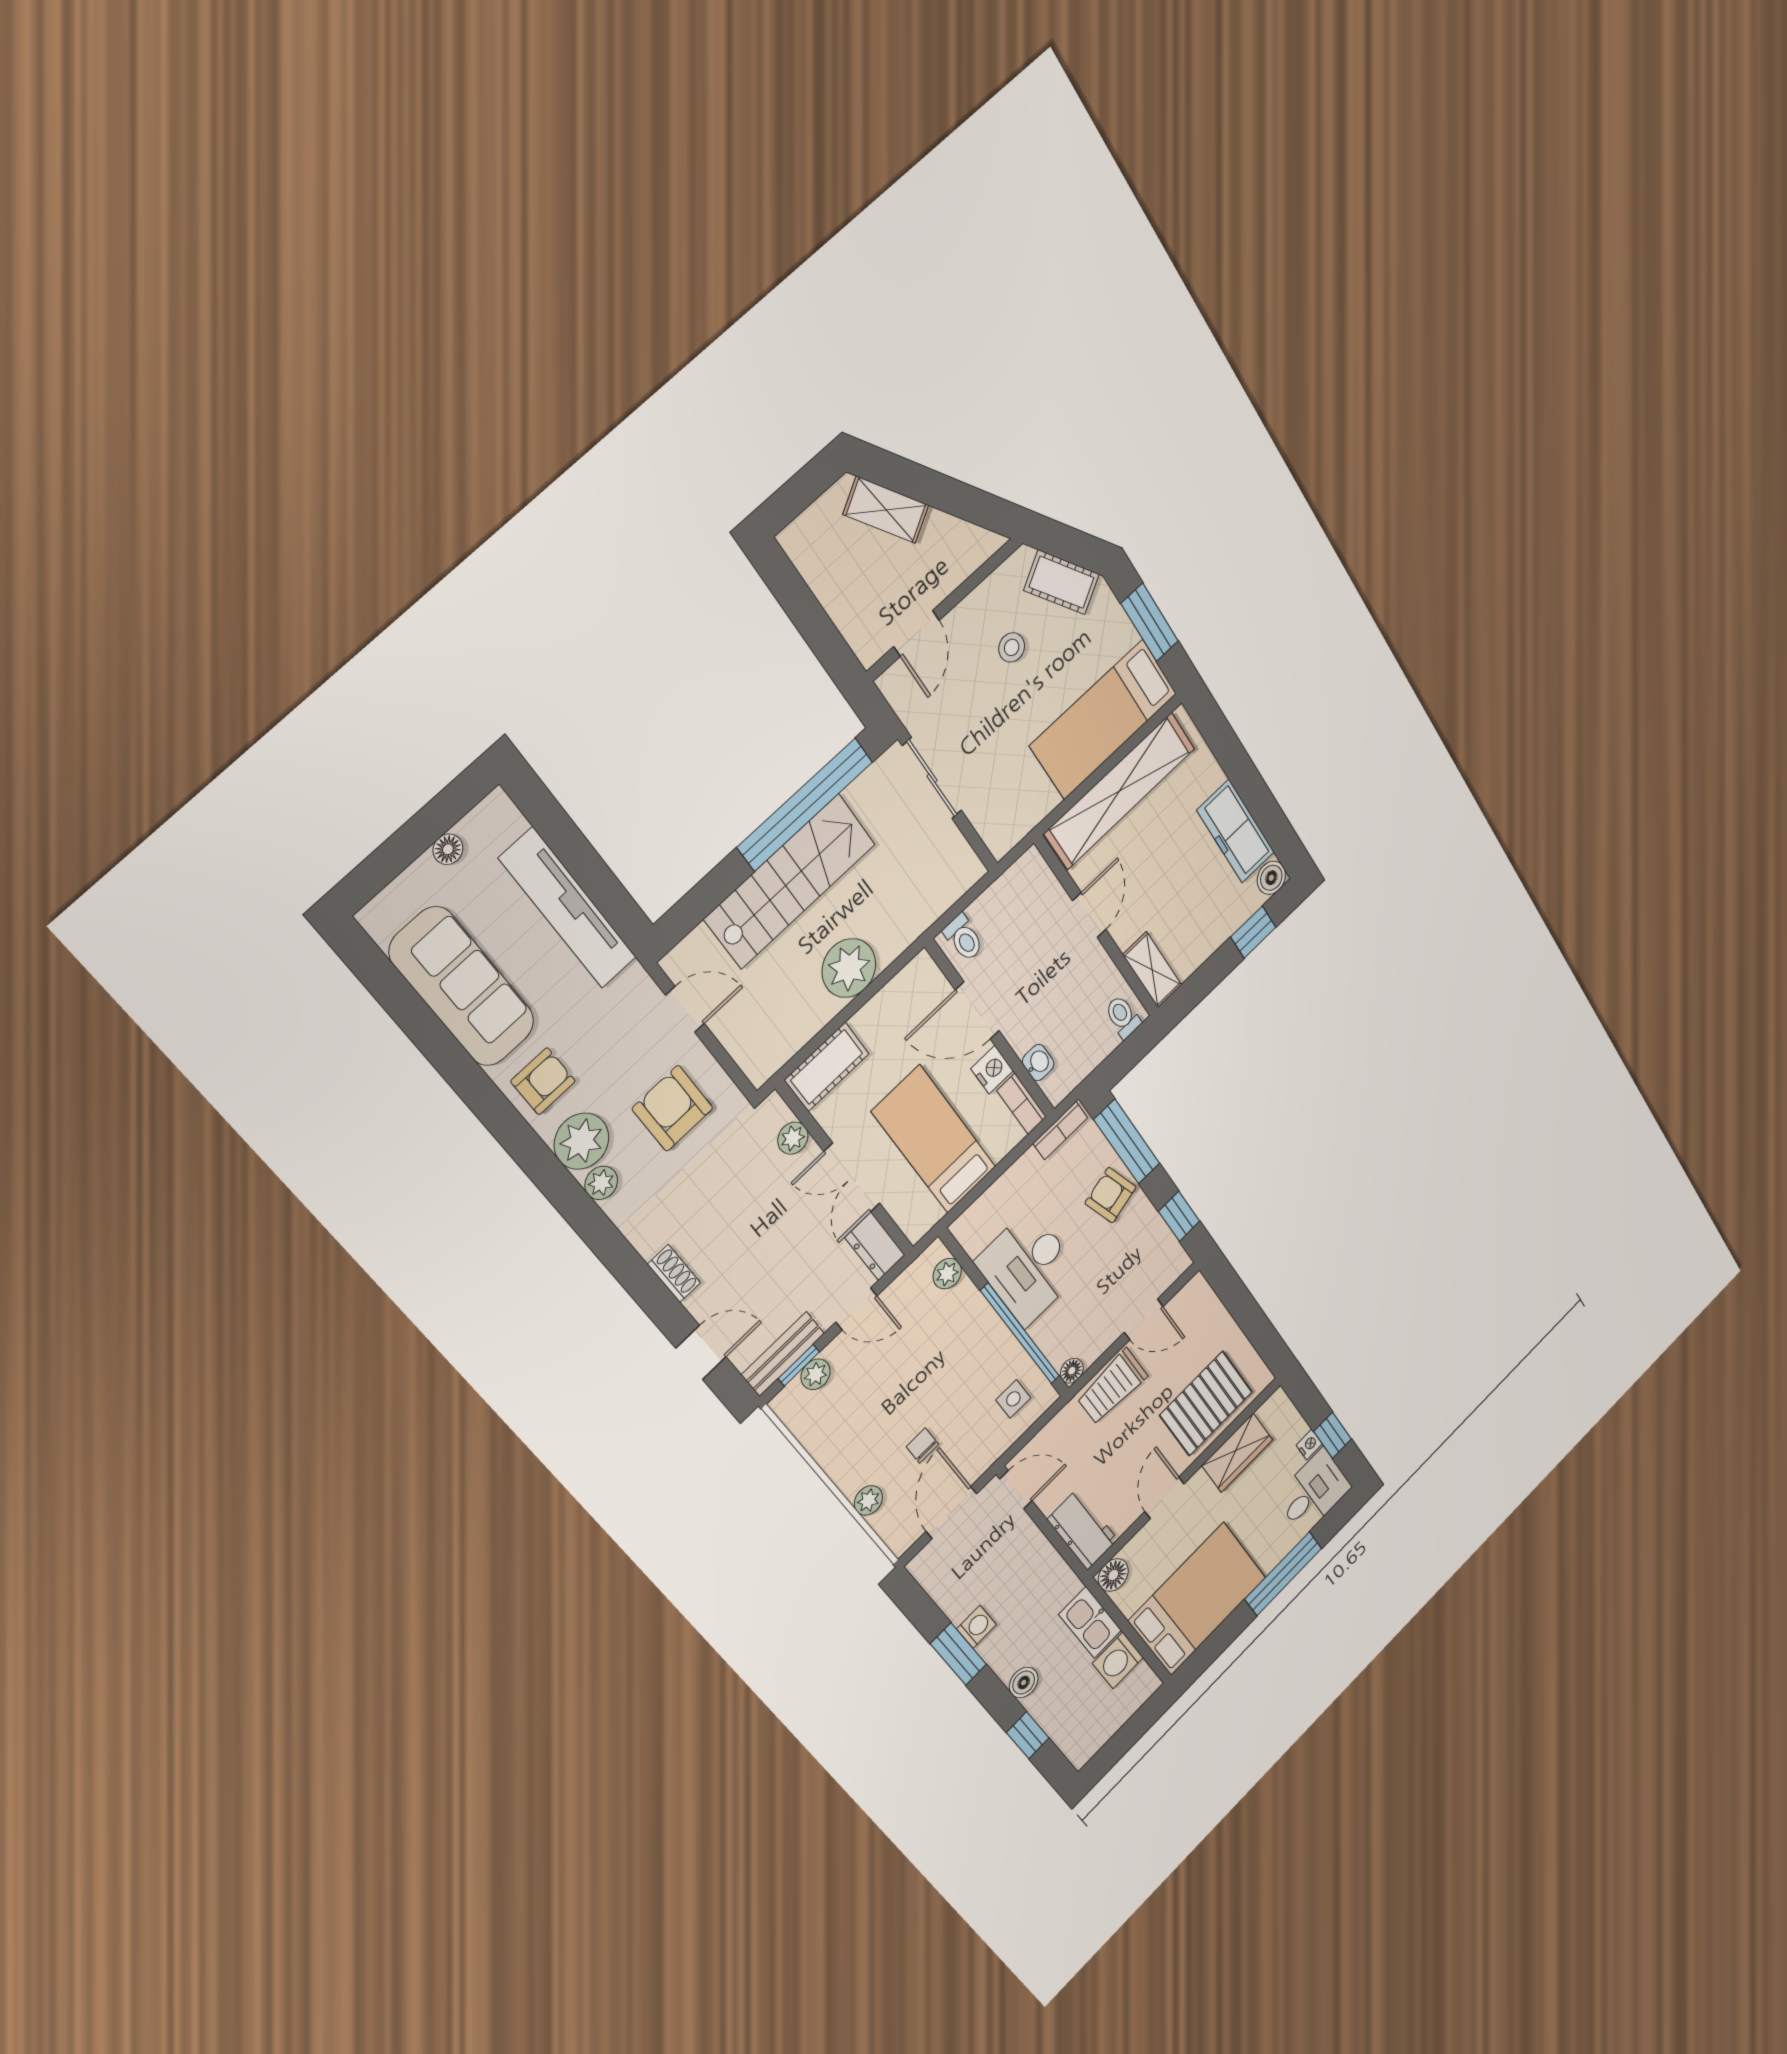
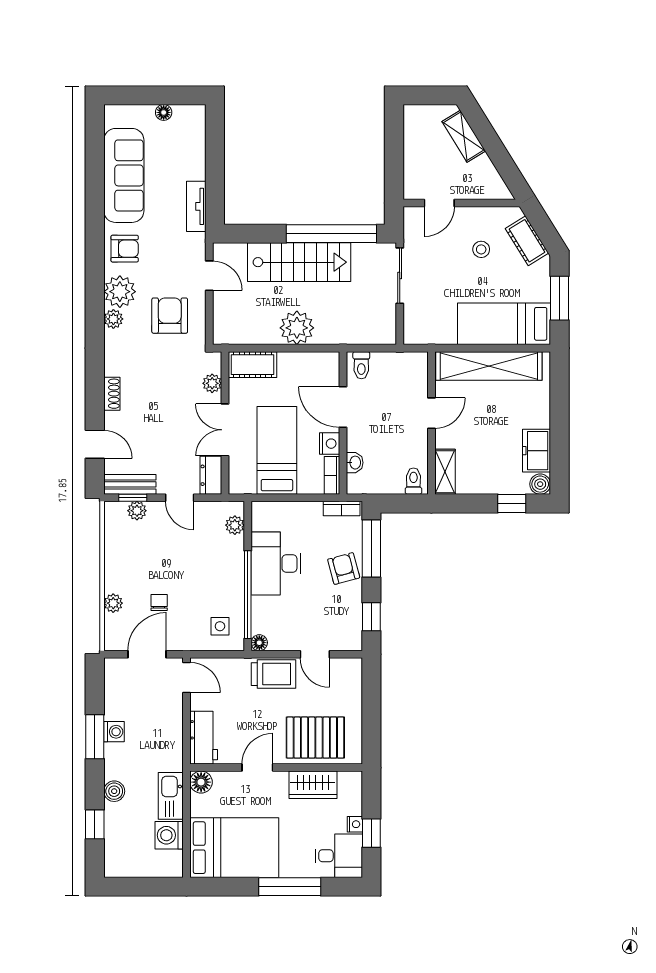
freezer: (1236, 831) -> (537, 451), width x0.71
tv unit: (568, 908) -> (196, 206), width x0.52, depth x0.78
trolley: (1112, 1387) -> (273, 674), turned 180

